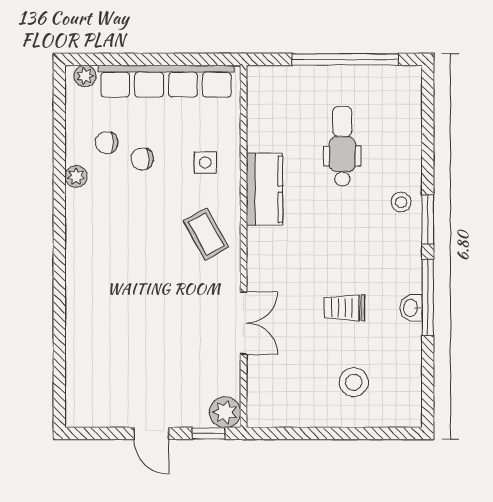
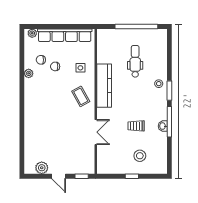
kitchen counter: (264, 189) -> (104, 86), width x1.50
plant: (225, 412) -> (42, 168), moved
window: (334, 433) -> (132, 176), added

